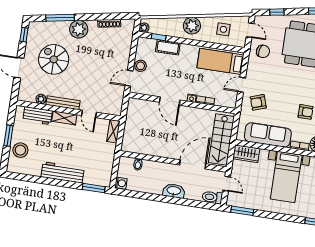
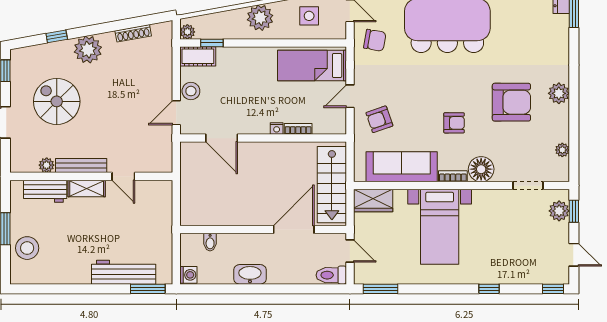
window: (60, 18) -> (57, 36), width x0.46
cot: (168, 47) -> (198, 56), moved
door: (170, 101) -> (222, 138), moved
shelving: (113, 131) -> (165, 197), removed
workbench: (63, 172) -> (124, 272), moved
washbasin: (174, 191) -> (250, 274), moved

